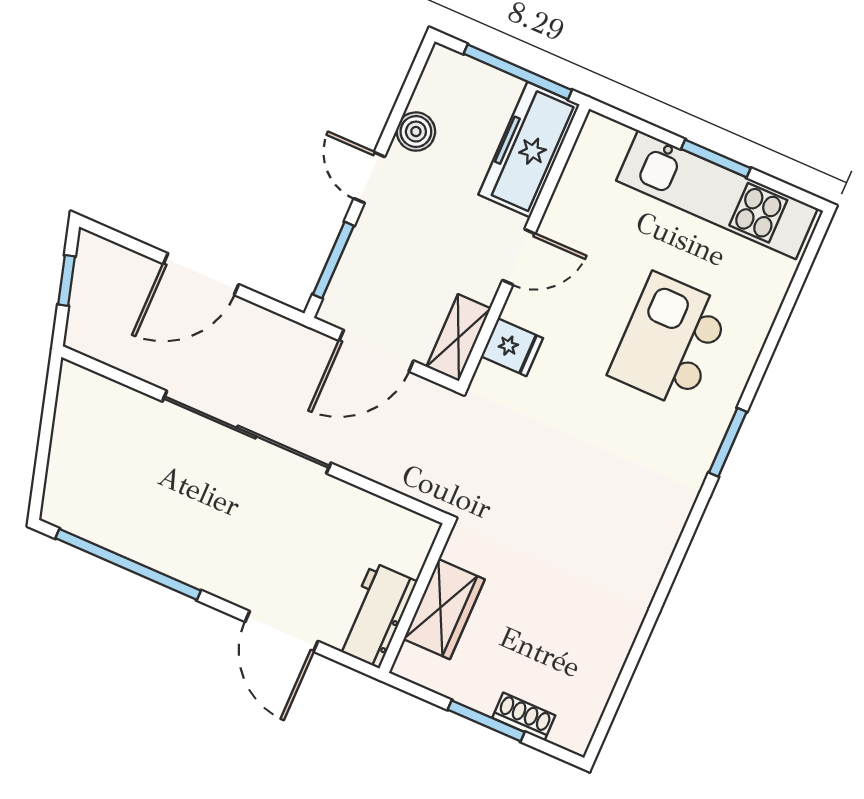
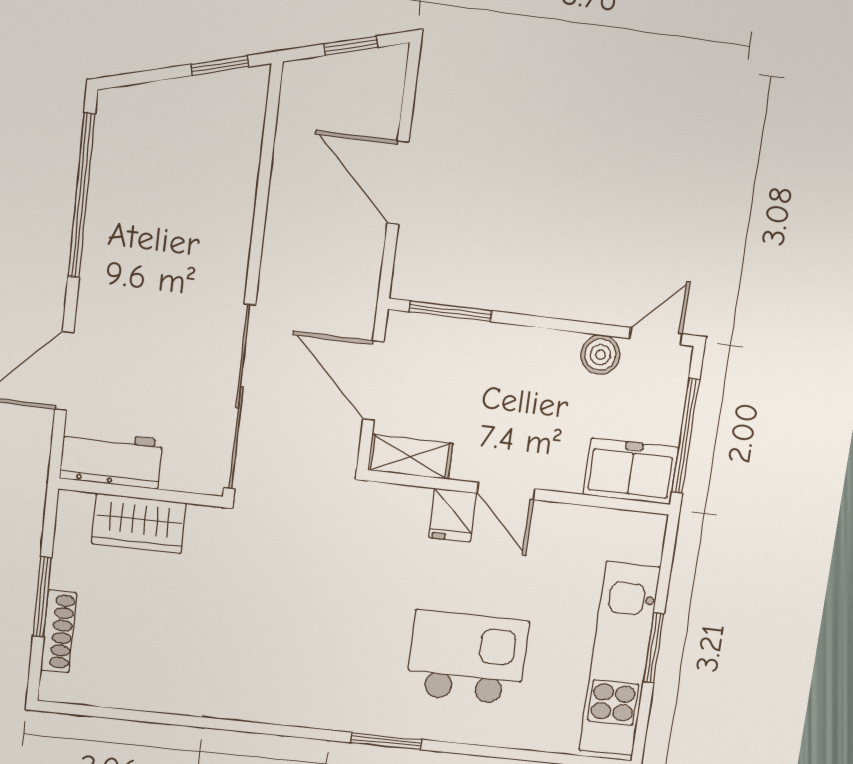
freezer: (529, 150) -> (631, 471), width x0.71
door: (369, 178) -> (656, 336), moved
fridge: (512, 347) -> (452, 515), moved
window: (50, 404) -> (220, 65), added
sliding door: (247, 432) -> (240, 397), moved
shoe rack: (524, 717) -> (58, 631), width x1.43

